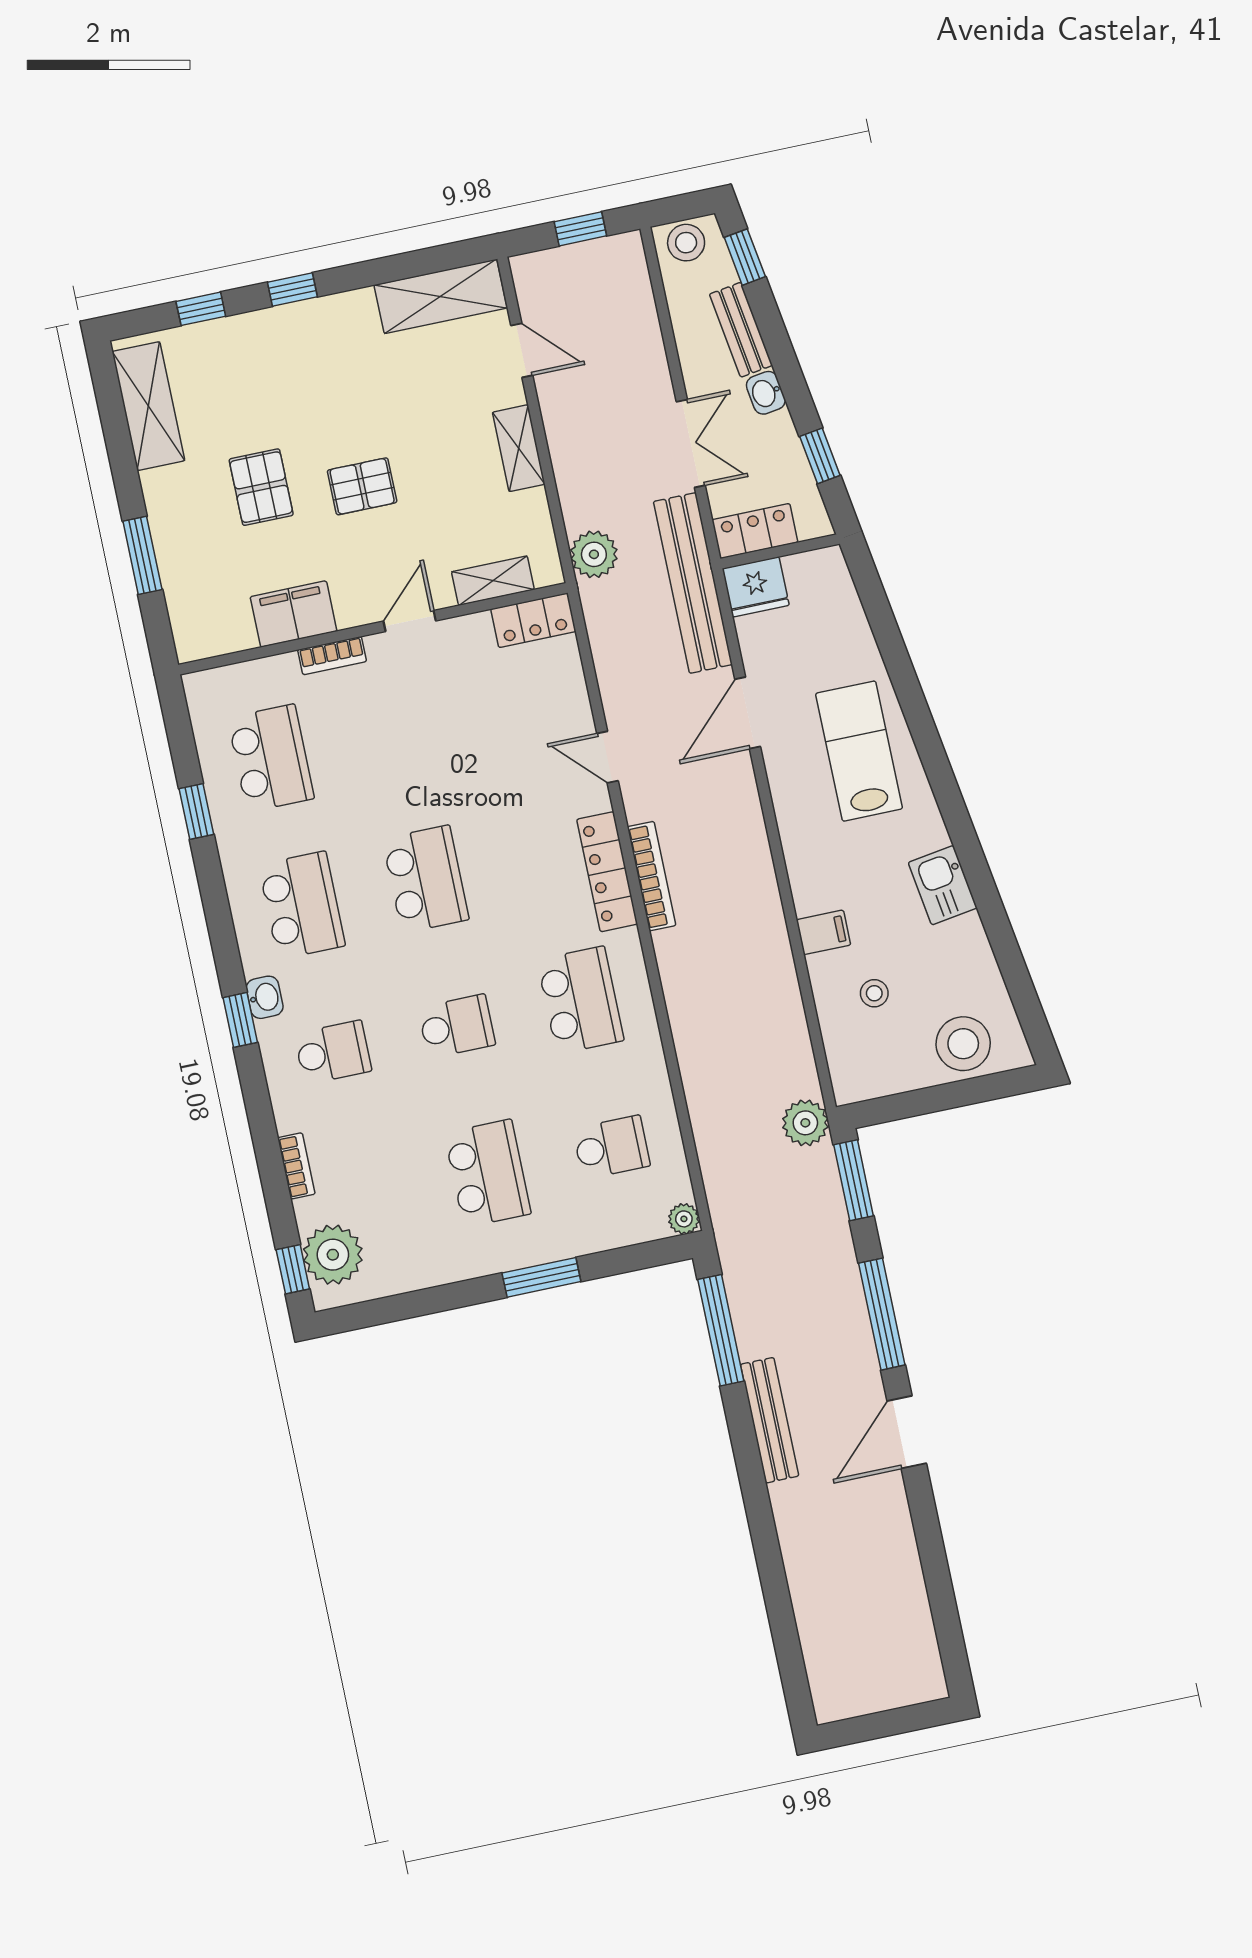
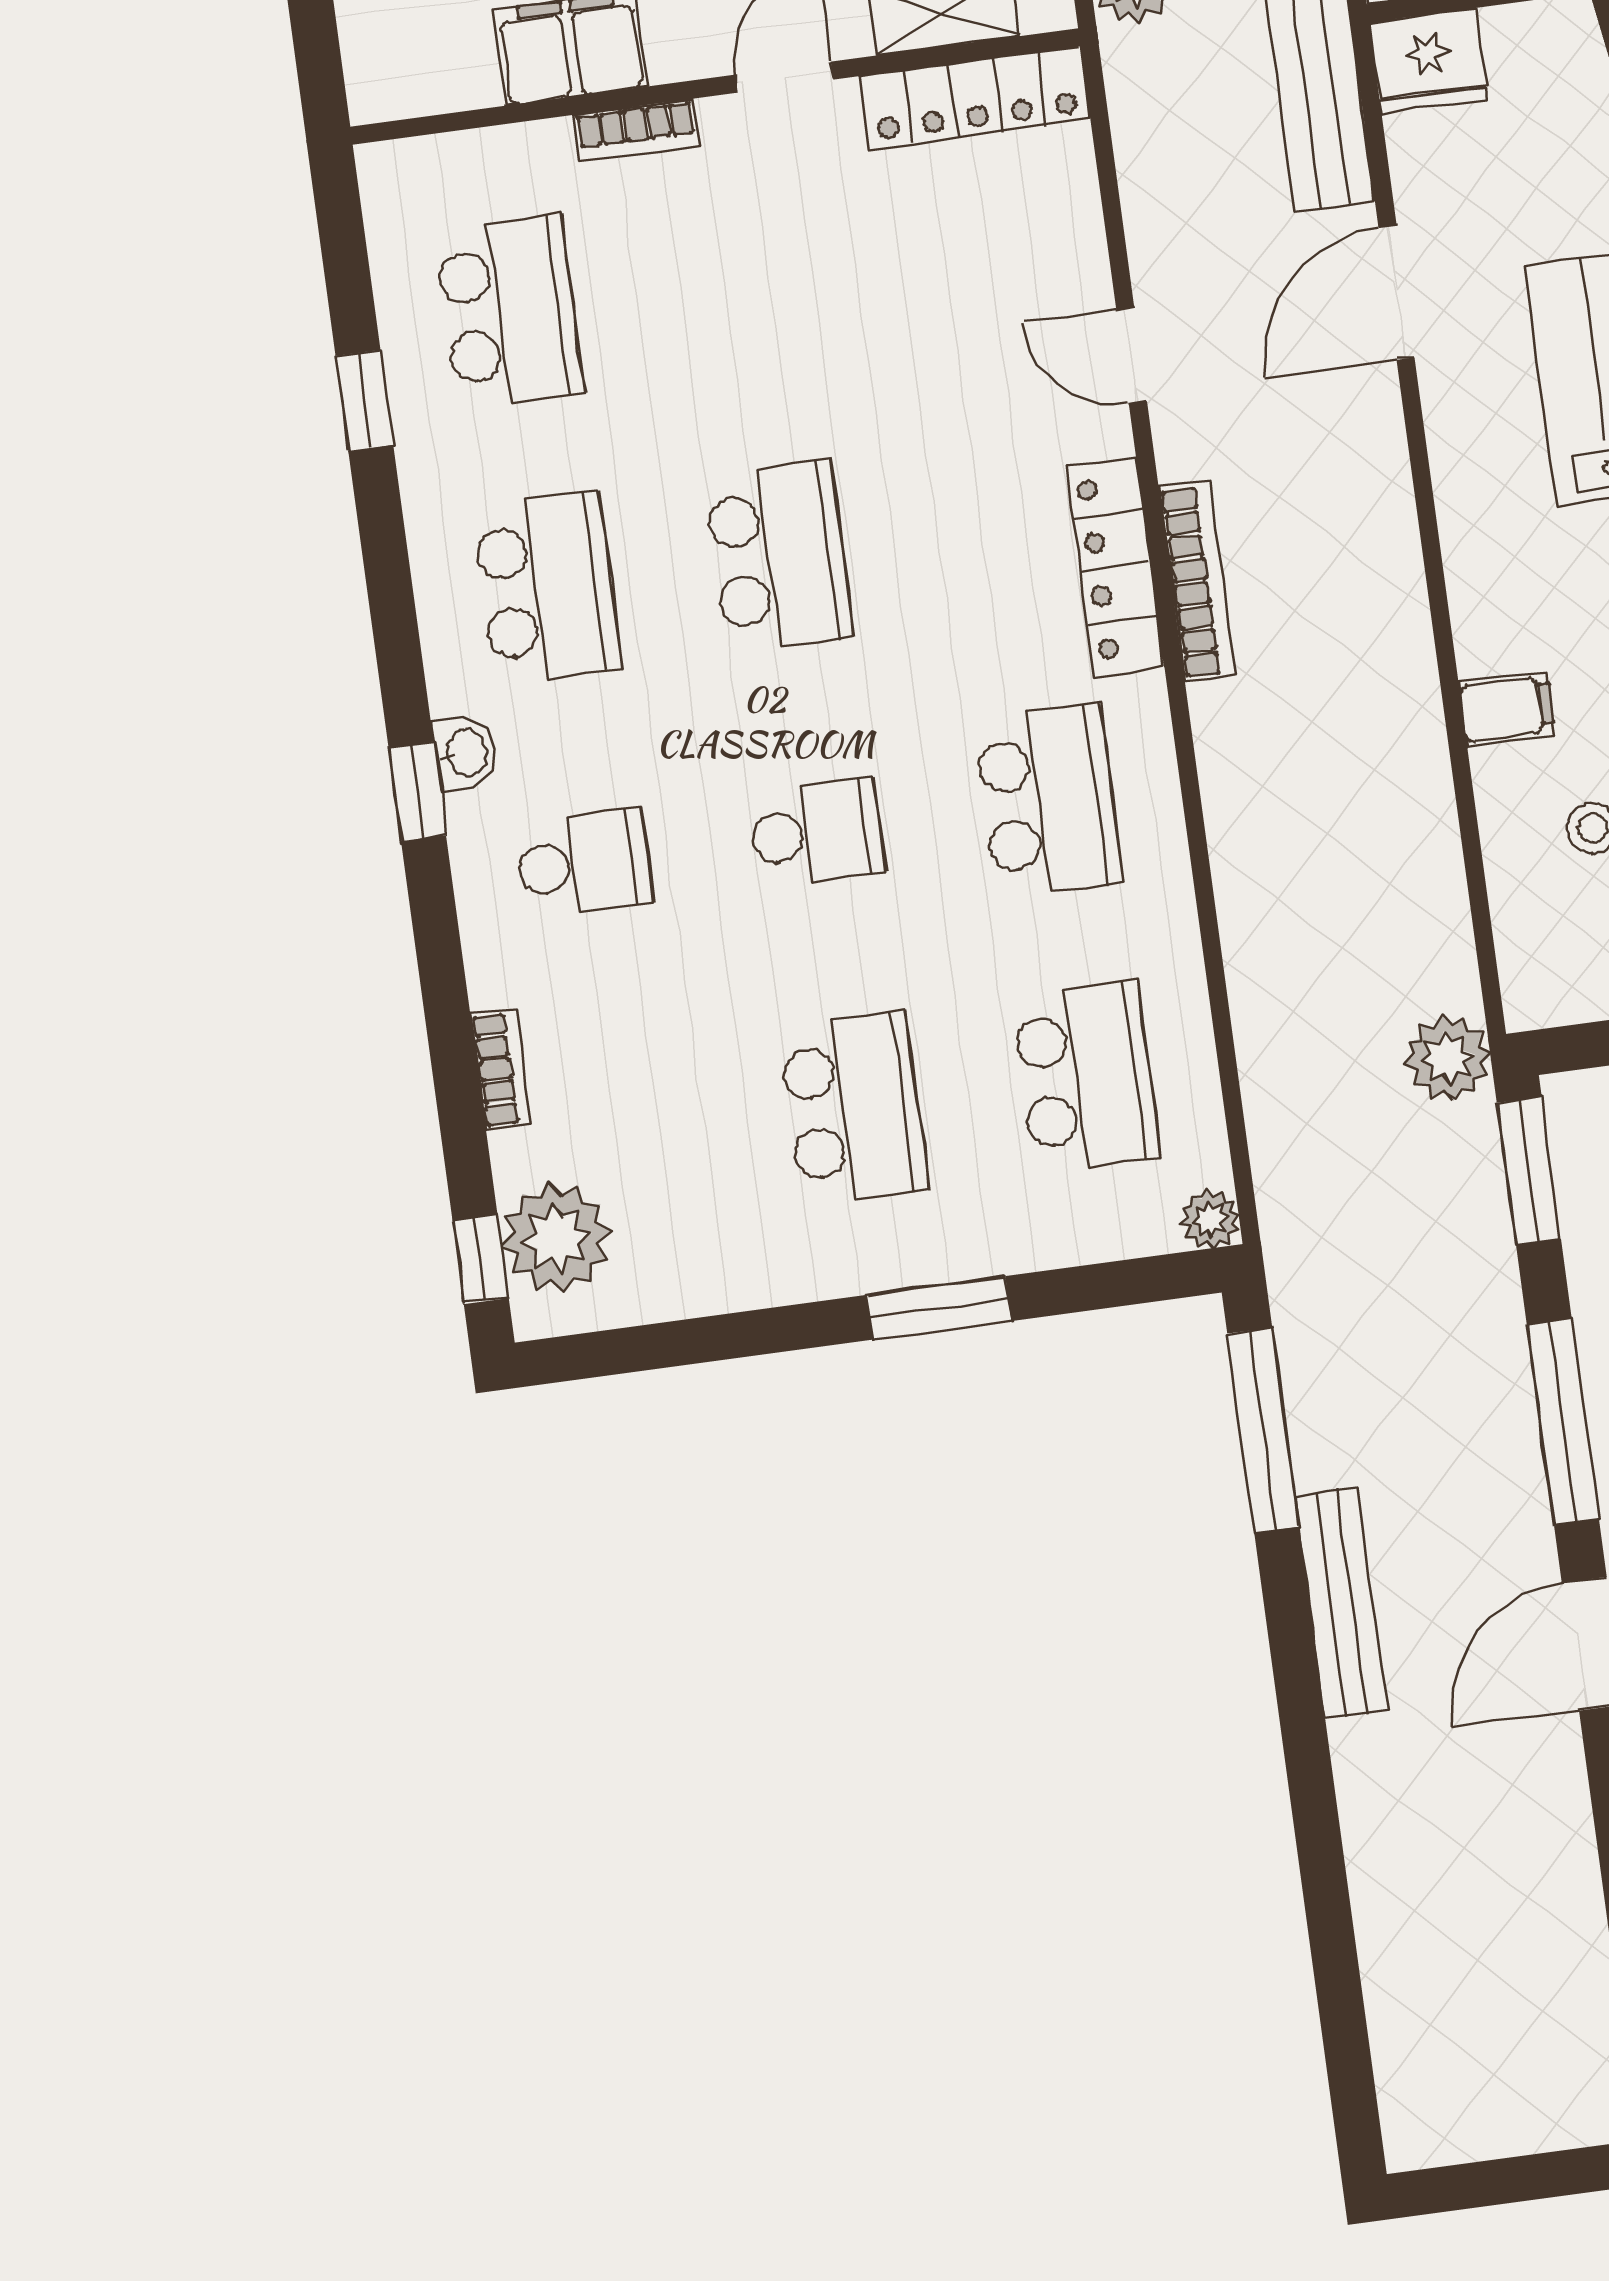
locker: (533, 620) -> (975, 98), width x1.53
school desk: (611, 1147) -> (1086, 1077), width x1.85

